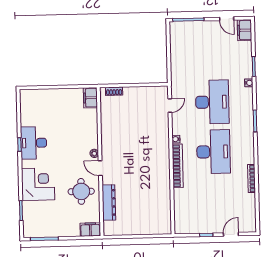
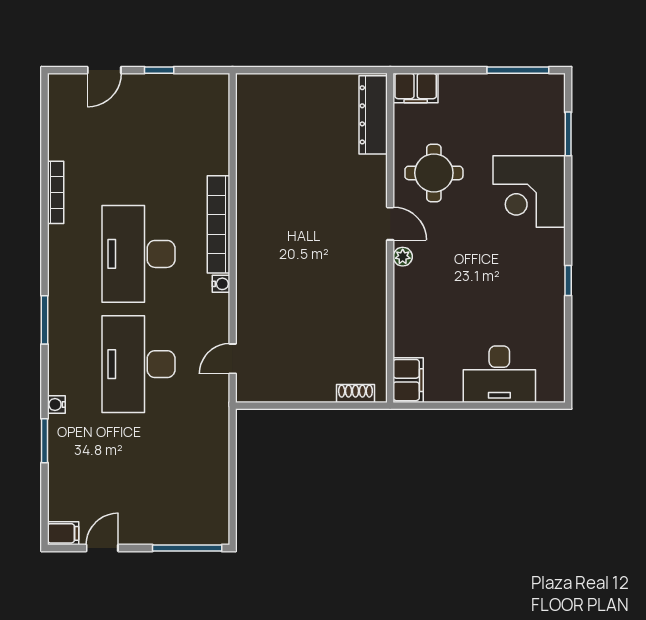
door: (227, 19) -> (102, 548), hinge flipped
filing cabinet: (245, 30) -> (63, 533), width x0.50
desk: (34, 143) -> (499, 374), moved, turned 90
dresser: (109, 203) -> (373, 115), moved

